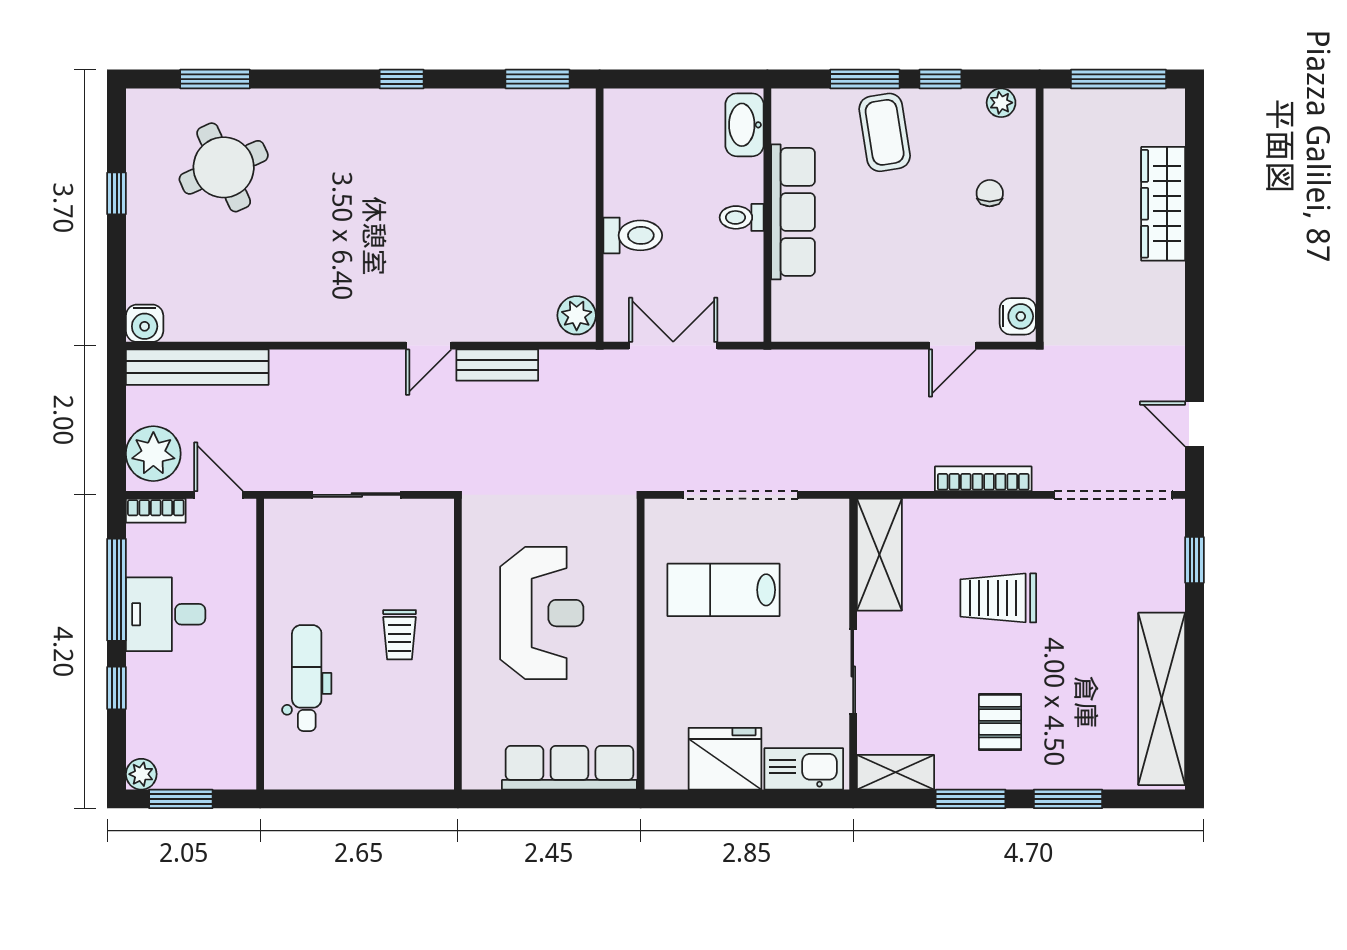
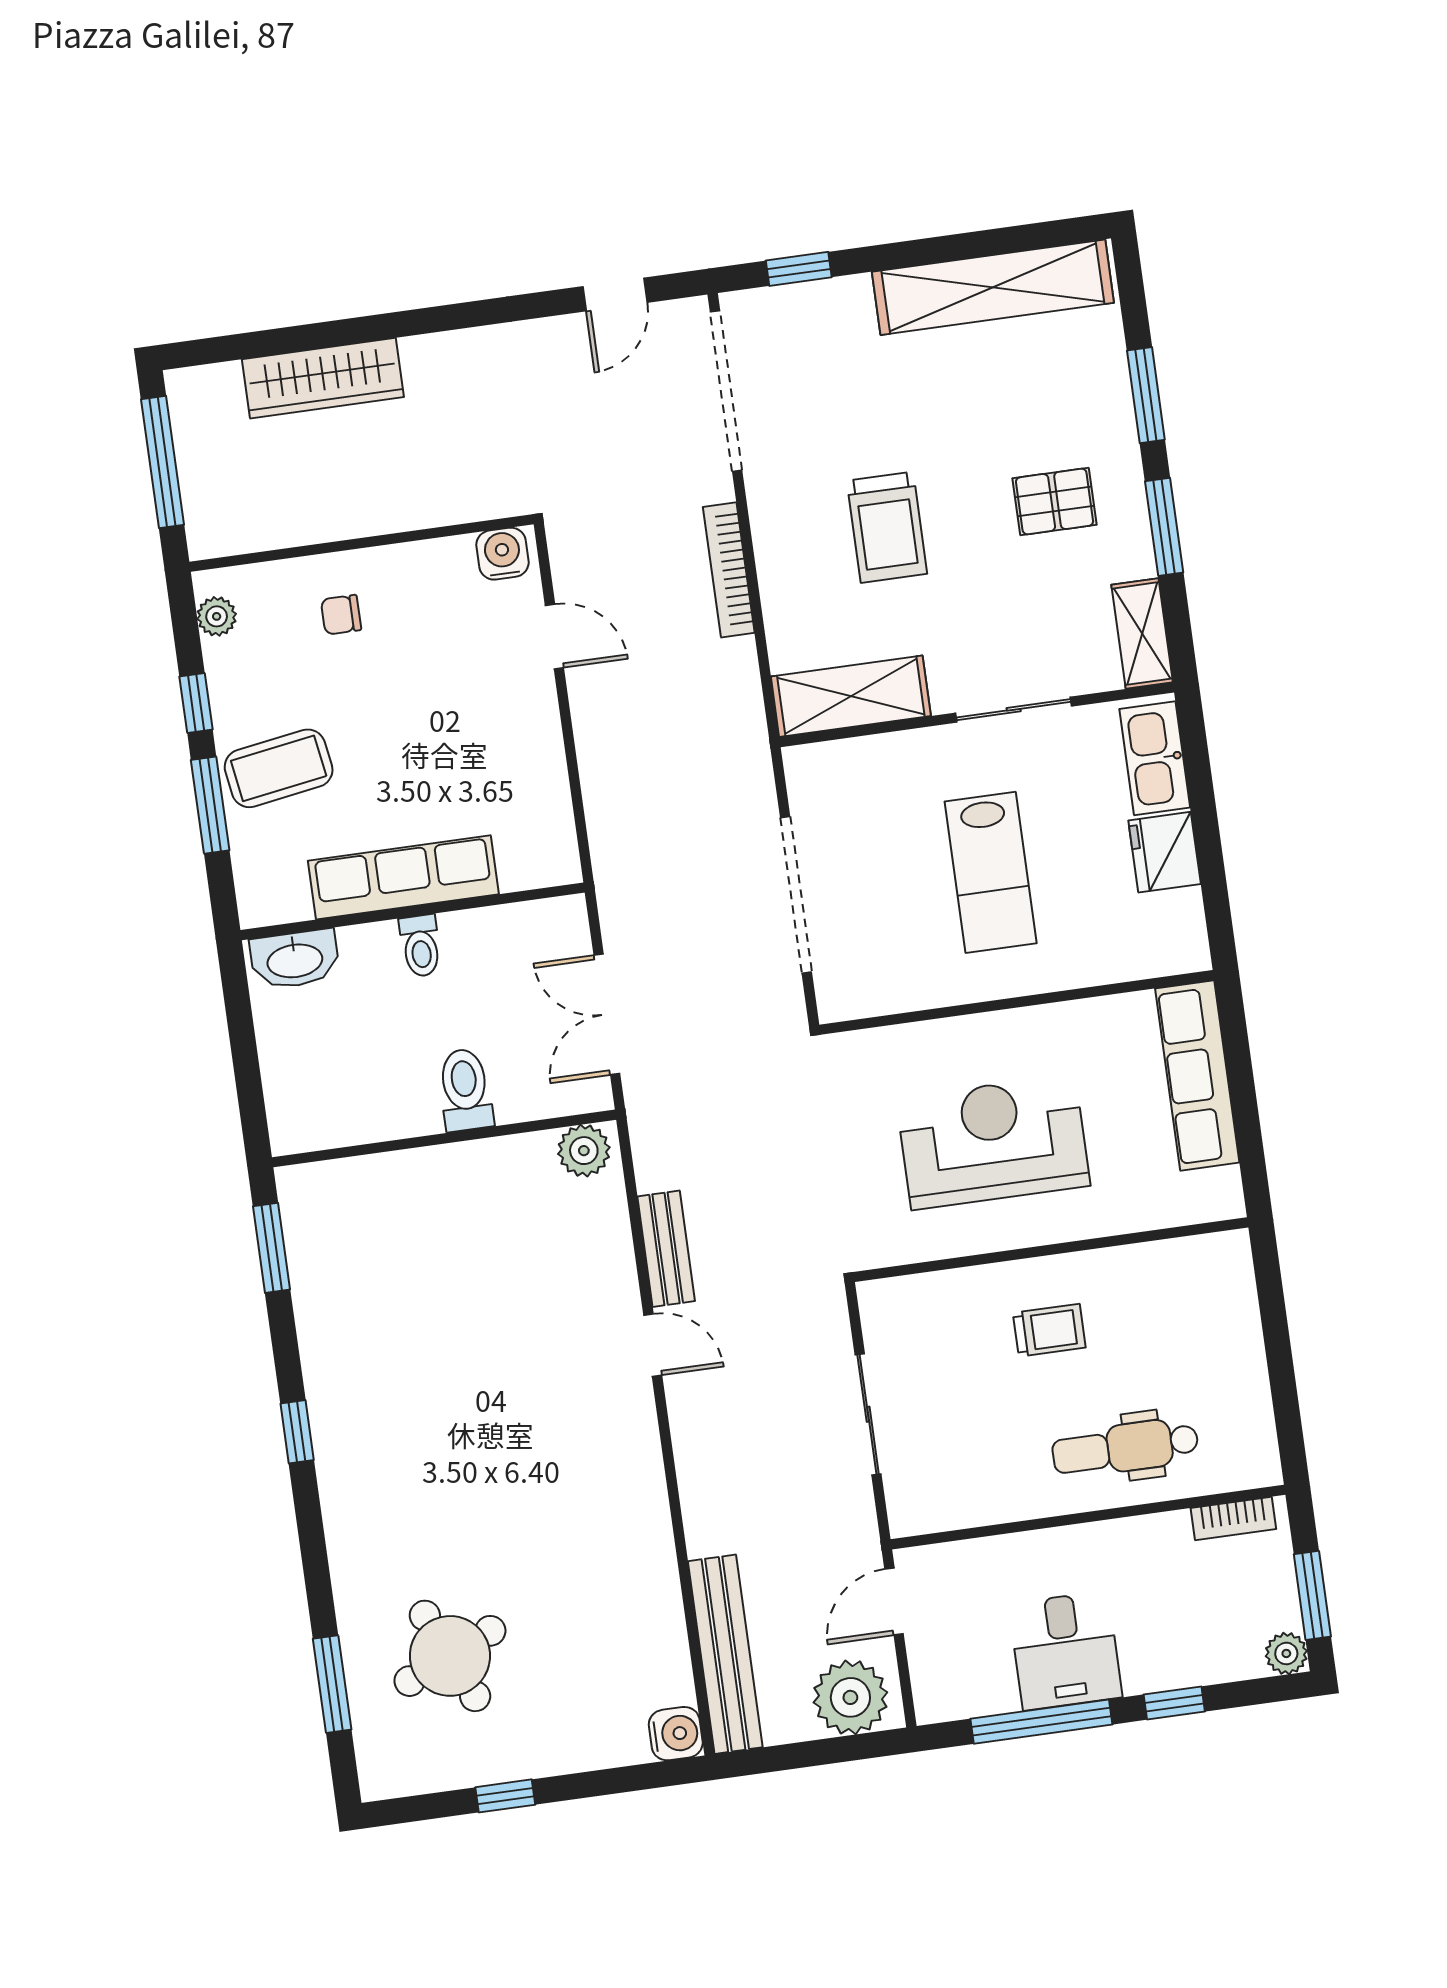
bookcase: (156, 511) -> (1233, 1519), moved, turned 90
lab bench: (724, 590) -> (991, 872), moved
fridge: (725, 759) -> (1165, 852), width x0.73, depth x0.75

